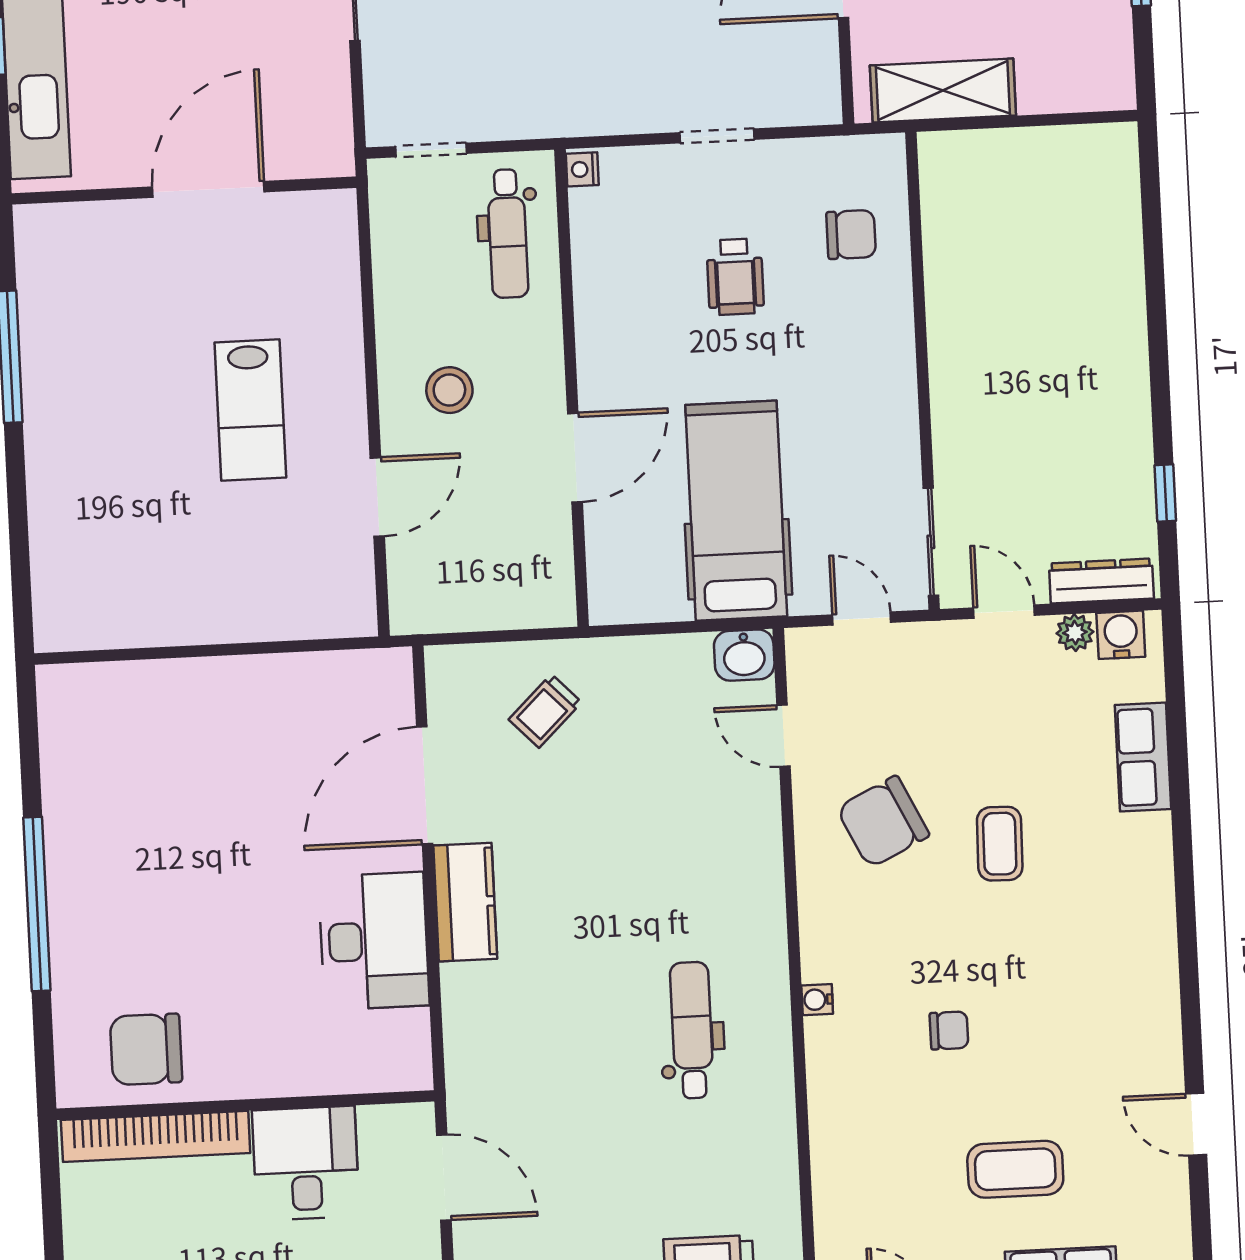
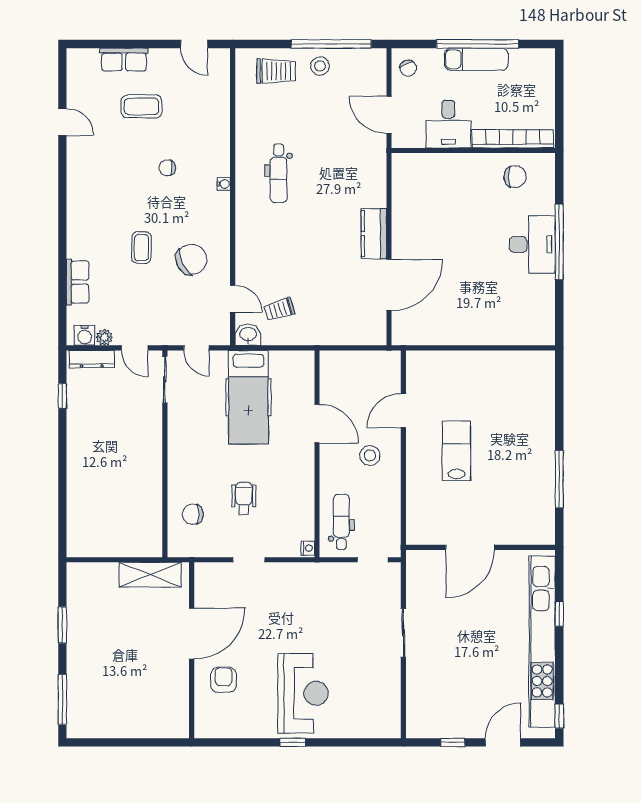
door: (575, 458) -> (317, 424), swing flipped
trolley: (545, 711) -> (279, 309), moved, turned -153
desk: (374, 941) -> (532, 245), moved, turned 180
chair: (146, 1049) -> (515, 177), width x0.73, depth x0.73

